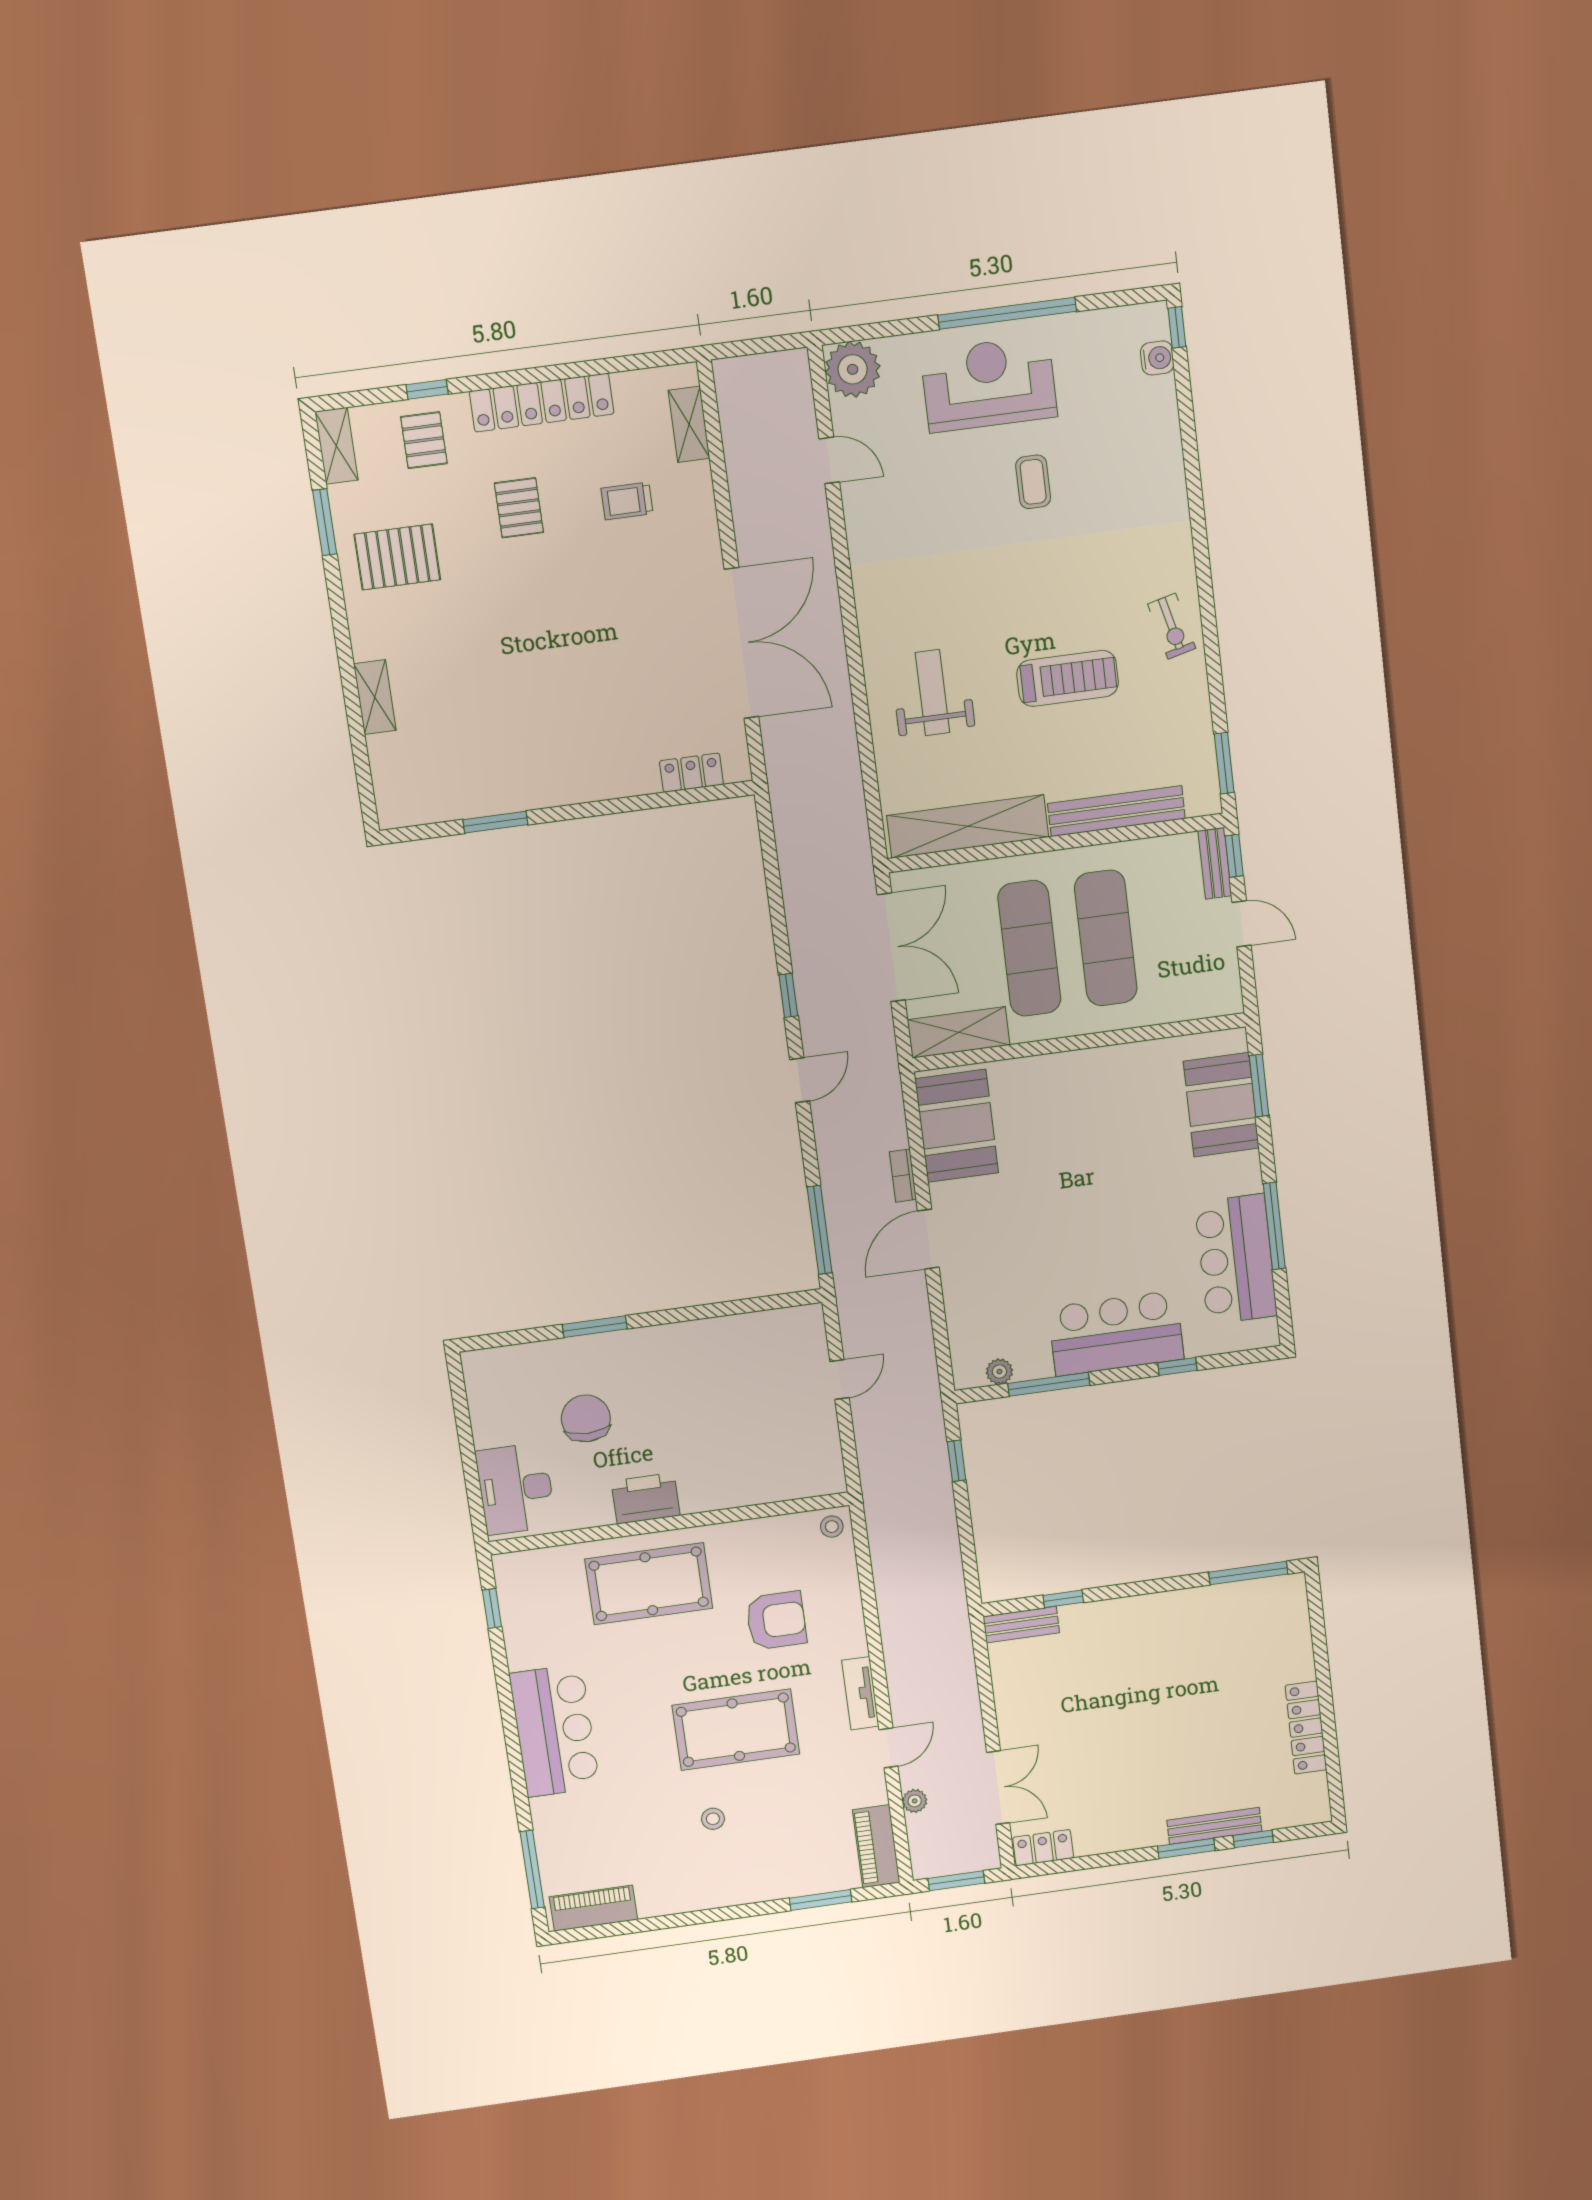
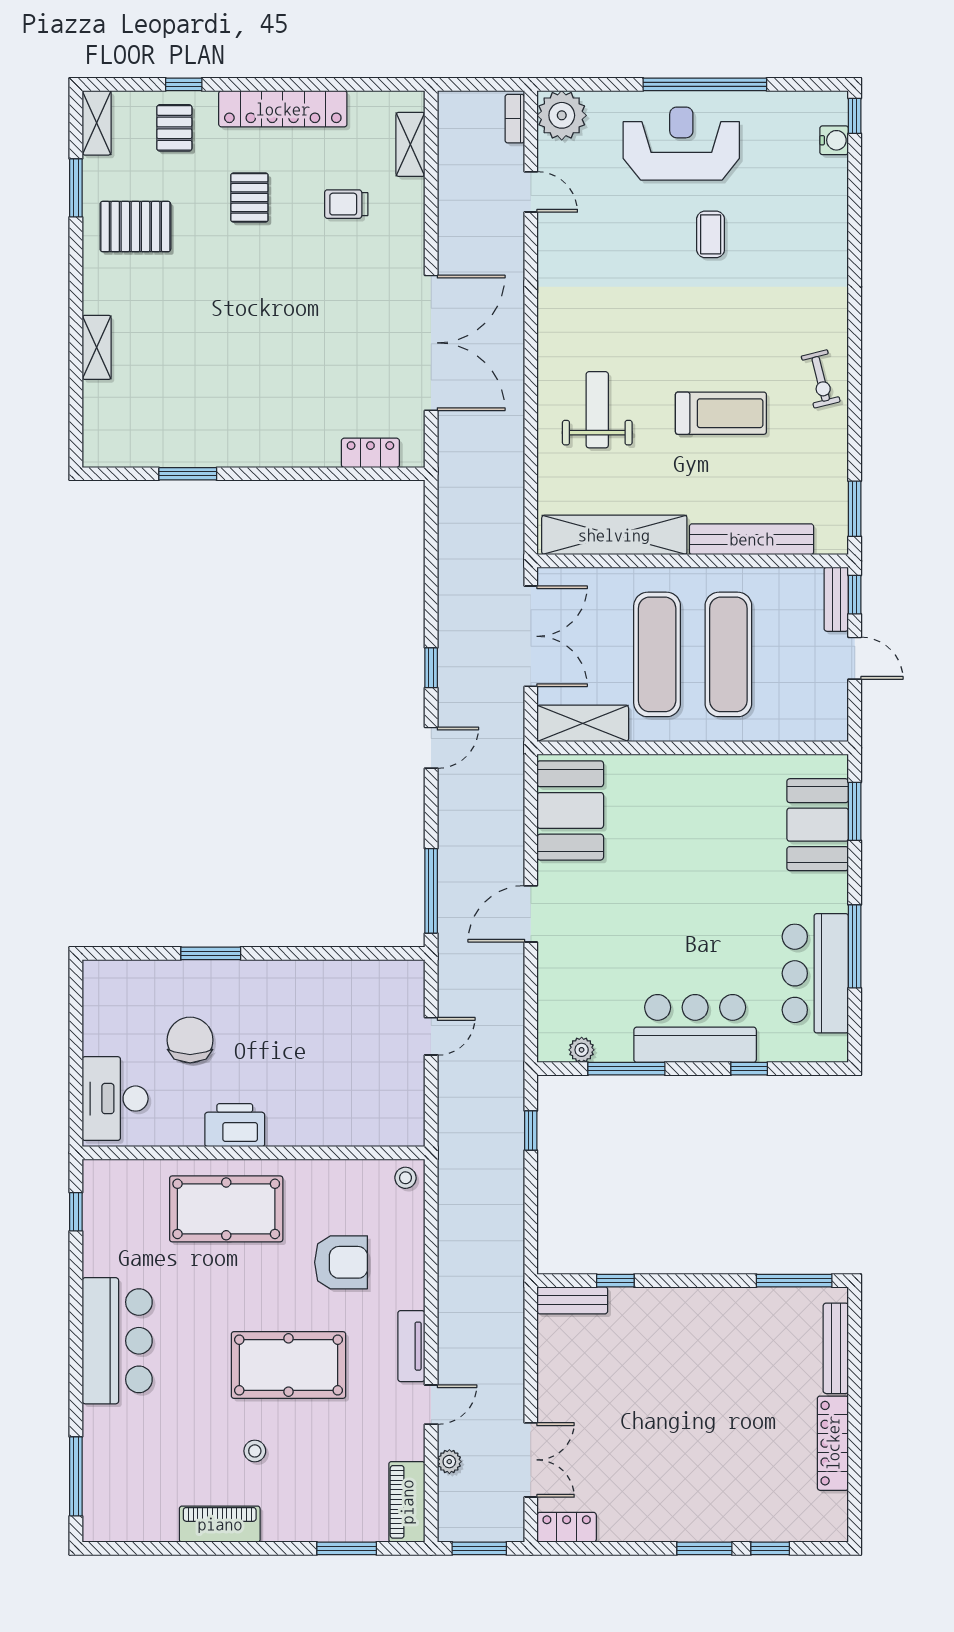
bookcase: (903, 1176) -> (515, 119), moved
bench: (1214, 1826) -> (836, 1348), moved, turned 90
piano: (593, 1908) -> (220, 1524), moved

